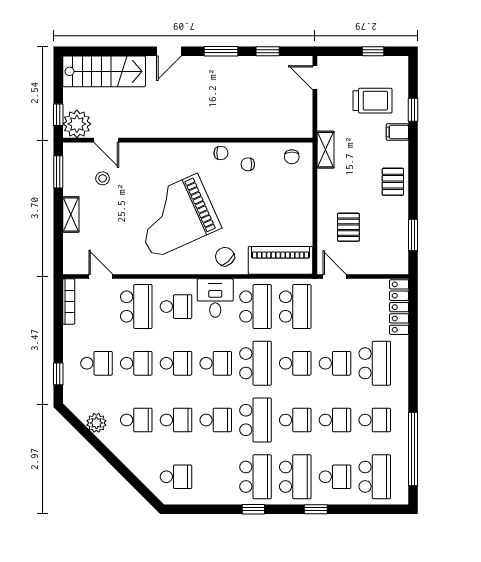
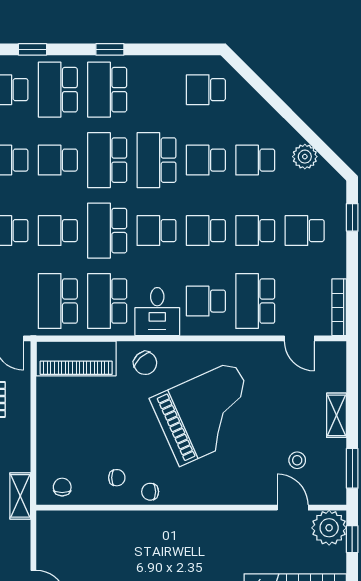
school desk: (216, 420) -> (157, 160), width x1.85

